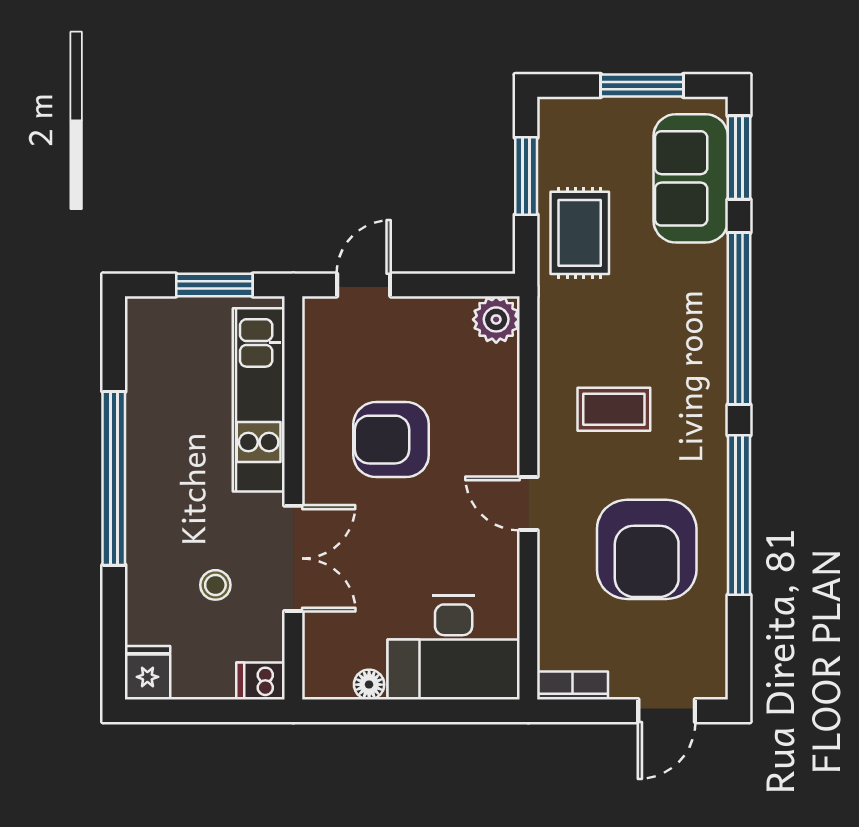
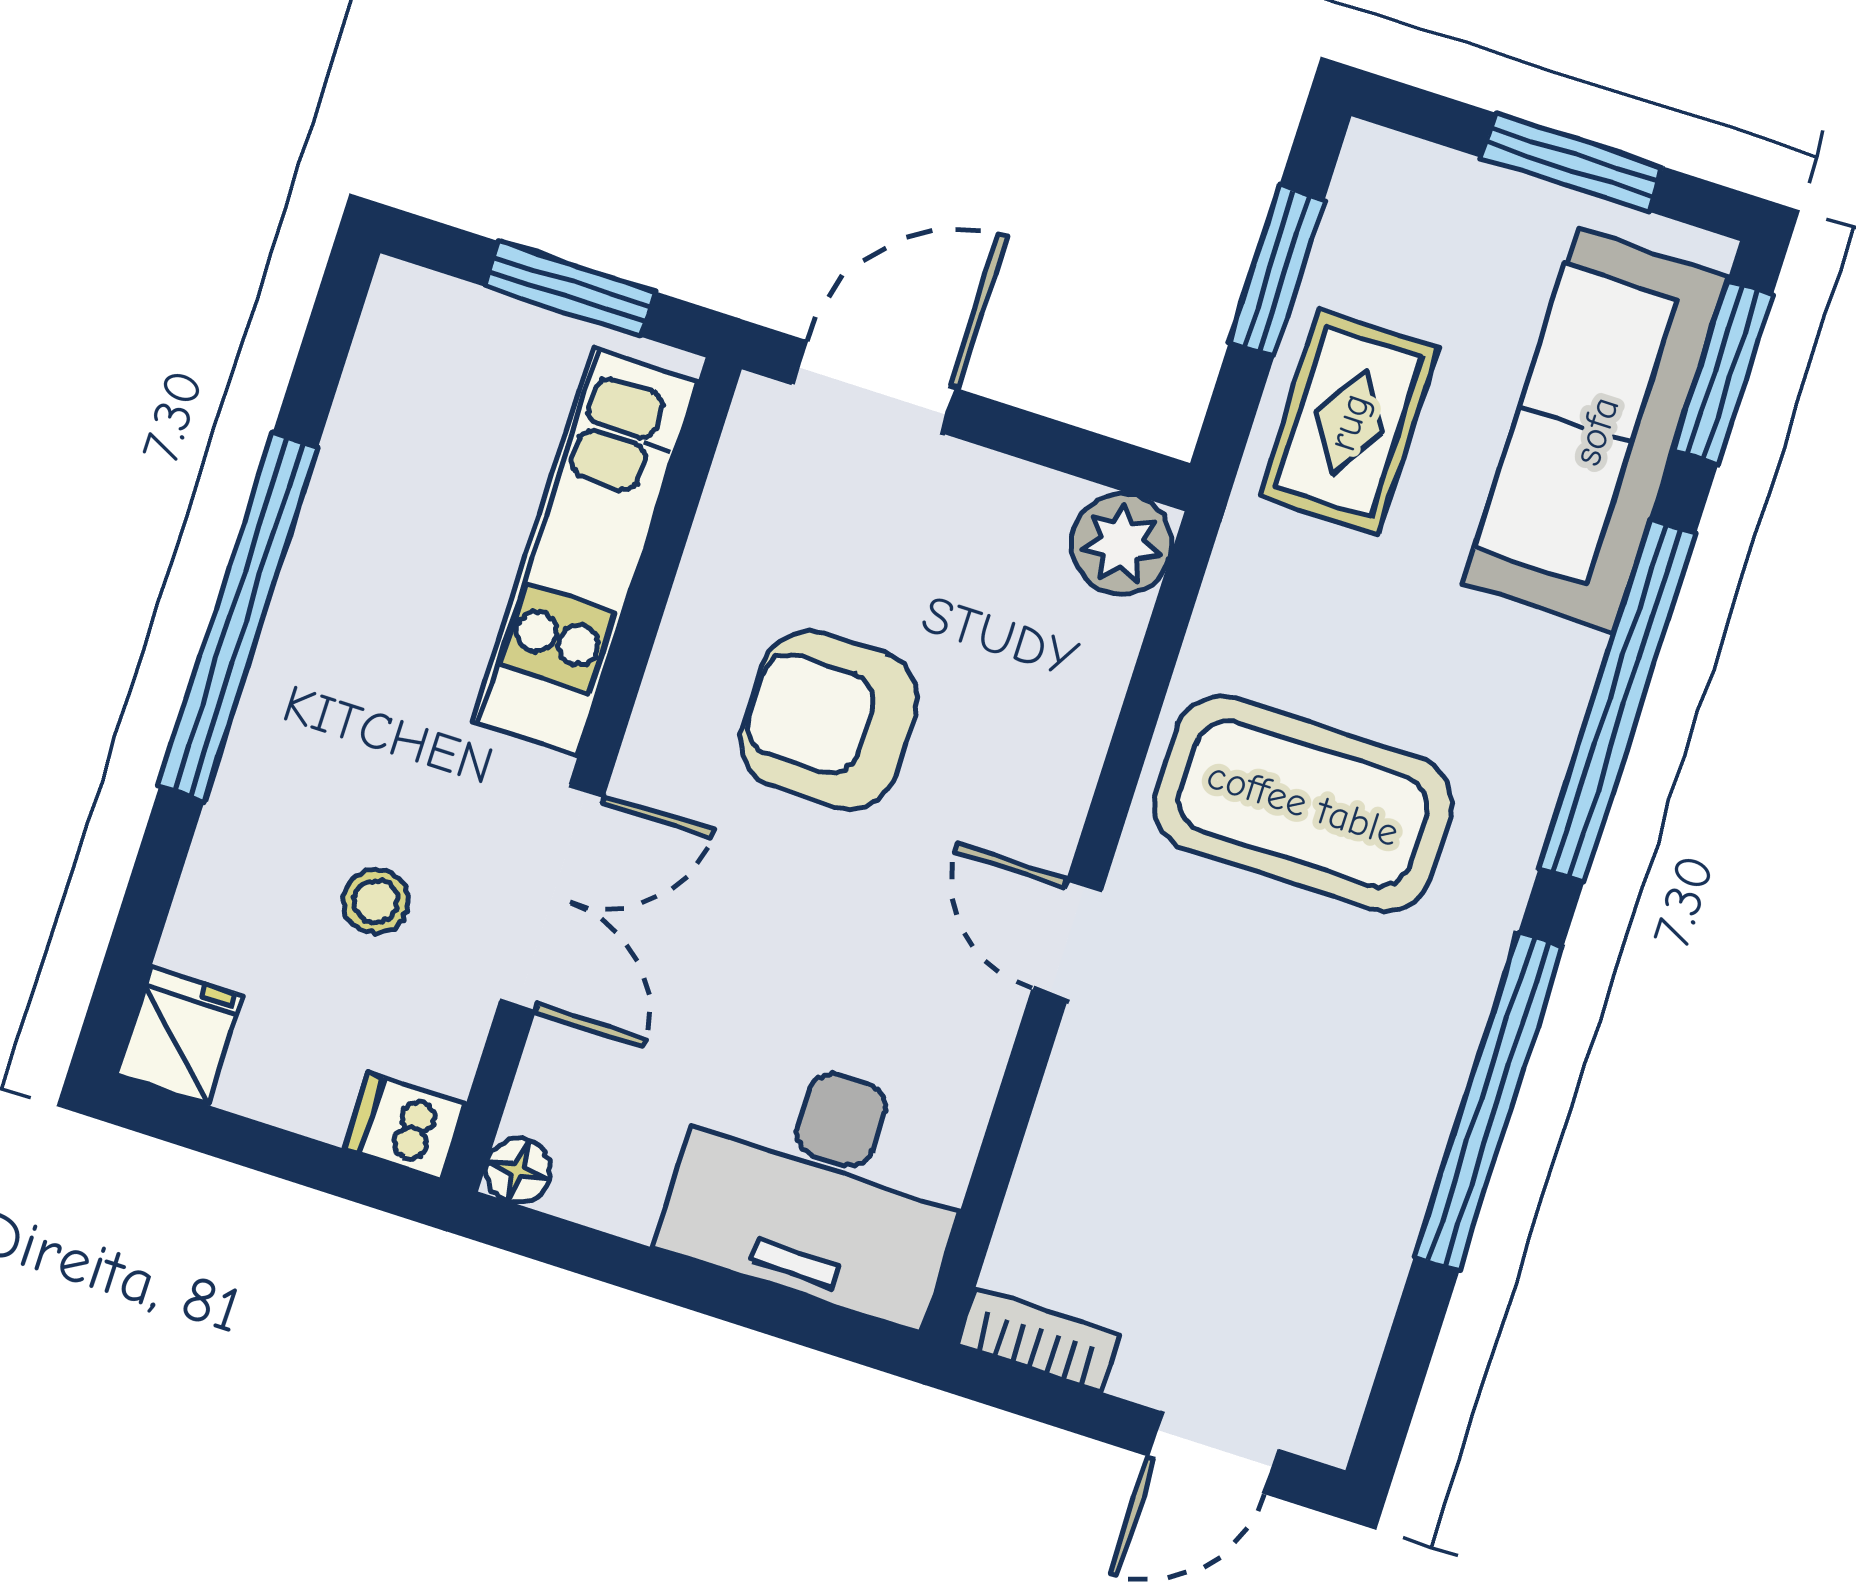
sofa: (691, 178) -> (1596, 431), width x1.36
door: (364, 285) -> (874, 387), width x1.38
coffee table: (614, 409) -> (1303, 804), width x1.86, depth x1.72
armchair: (647, 549) -> (1278, 1111), removed
floor lamp: (369, 685) -> (518, 1171), moved

